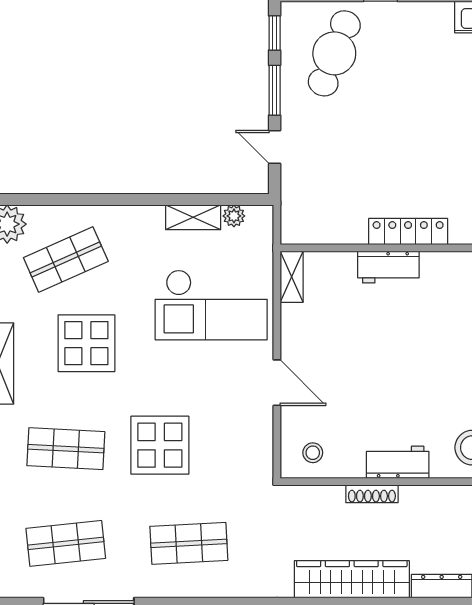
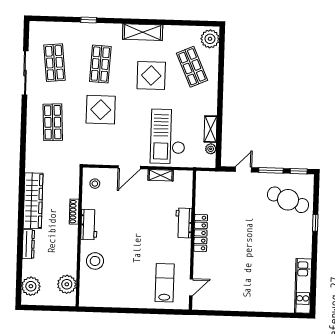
shelving: (292, 277) -> (161, 175), moved

